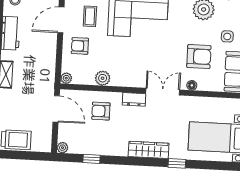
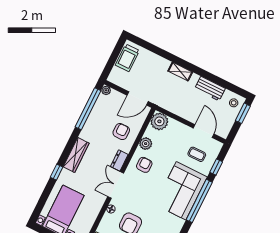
armchair: (80, 46) -> (144, 165), moved
plant: (66, 78) -> (159, 121), width x1.87, depth x1.87
double door: (163, 92) -> (116, 185), swing flipped
window: (92, 159) -> (88, 109), width x3.17

